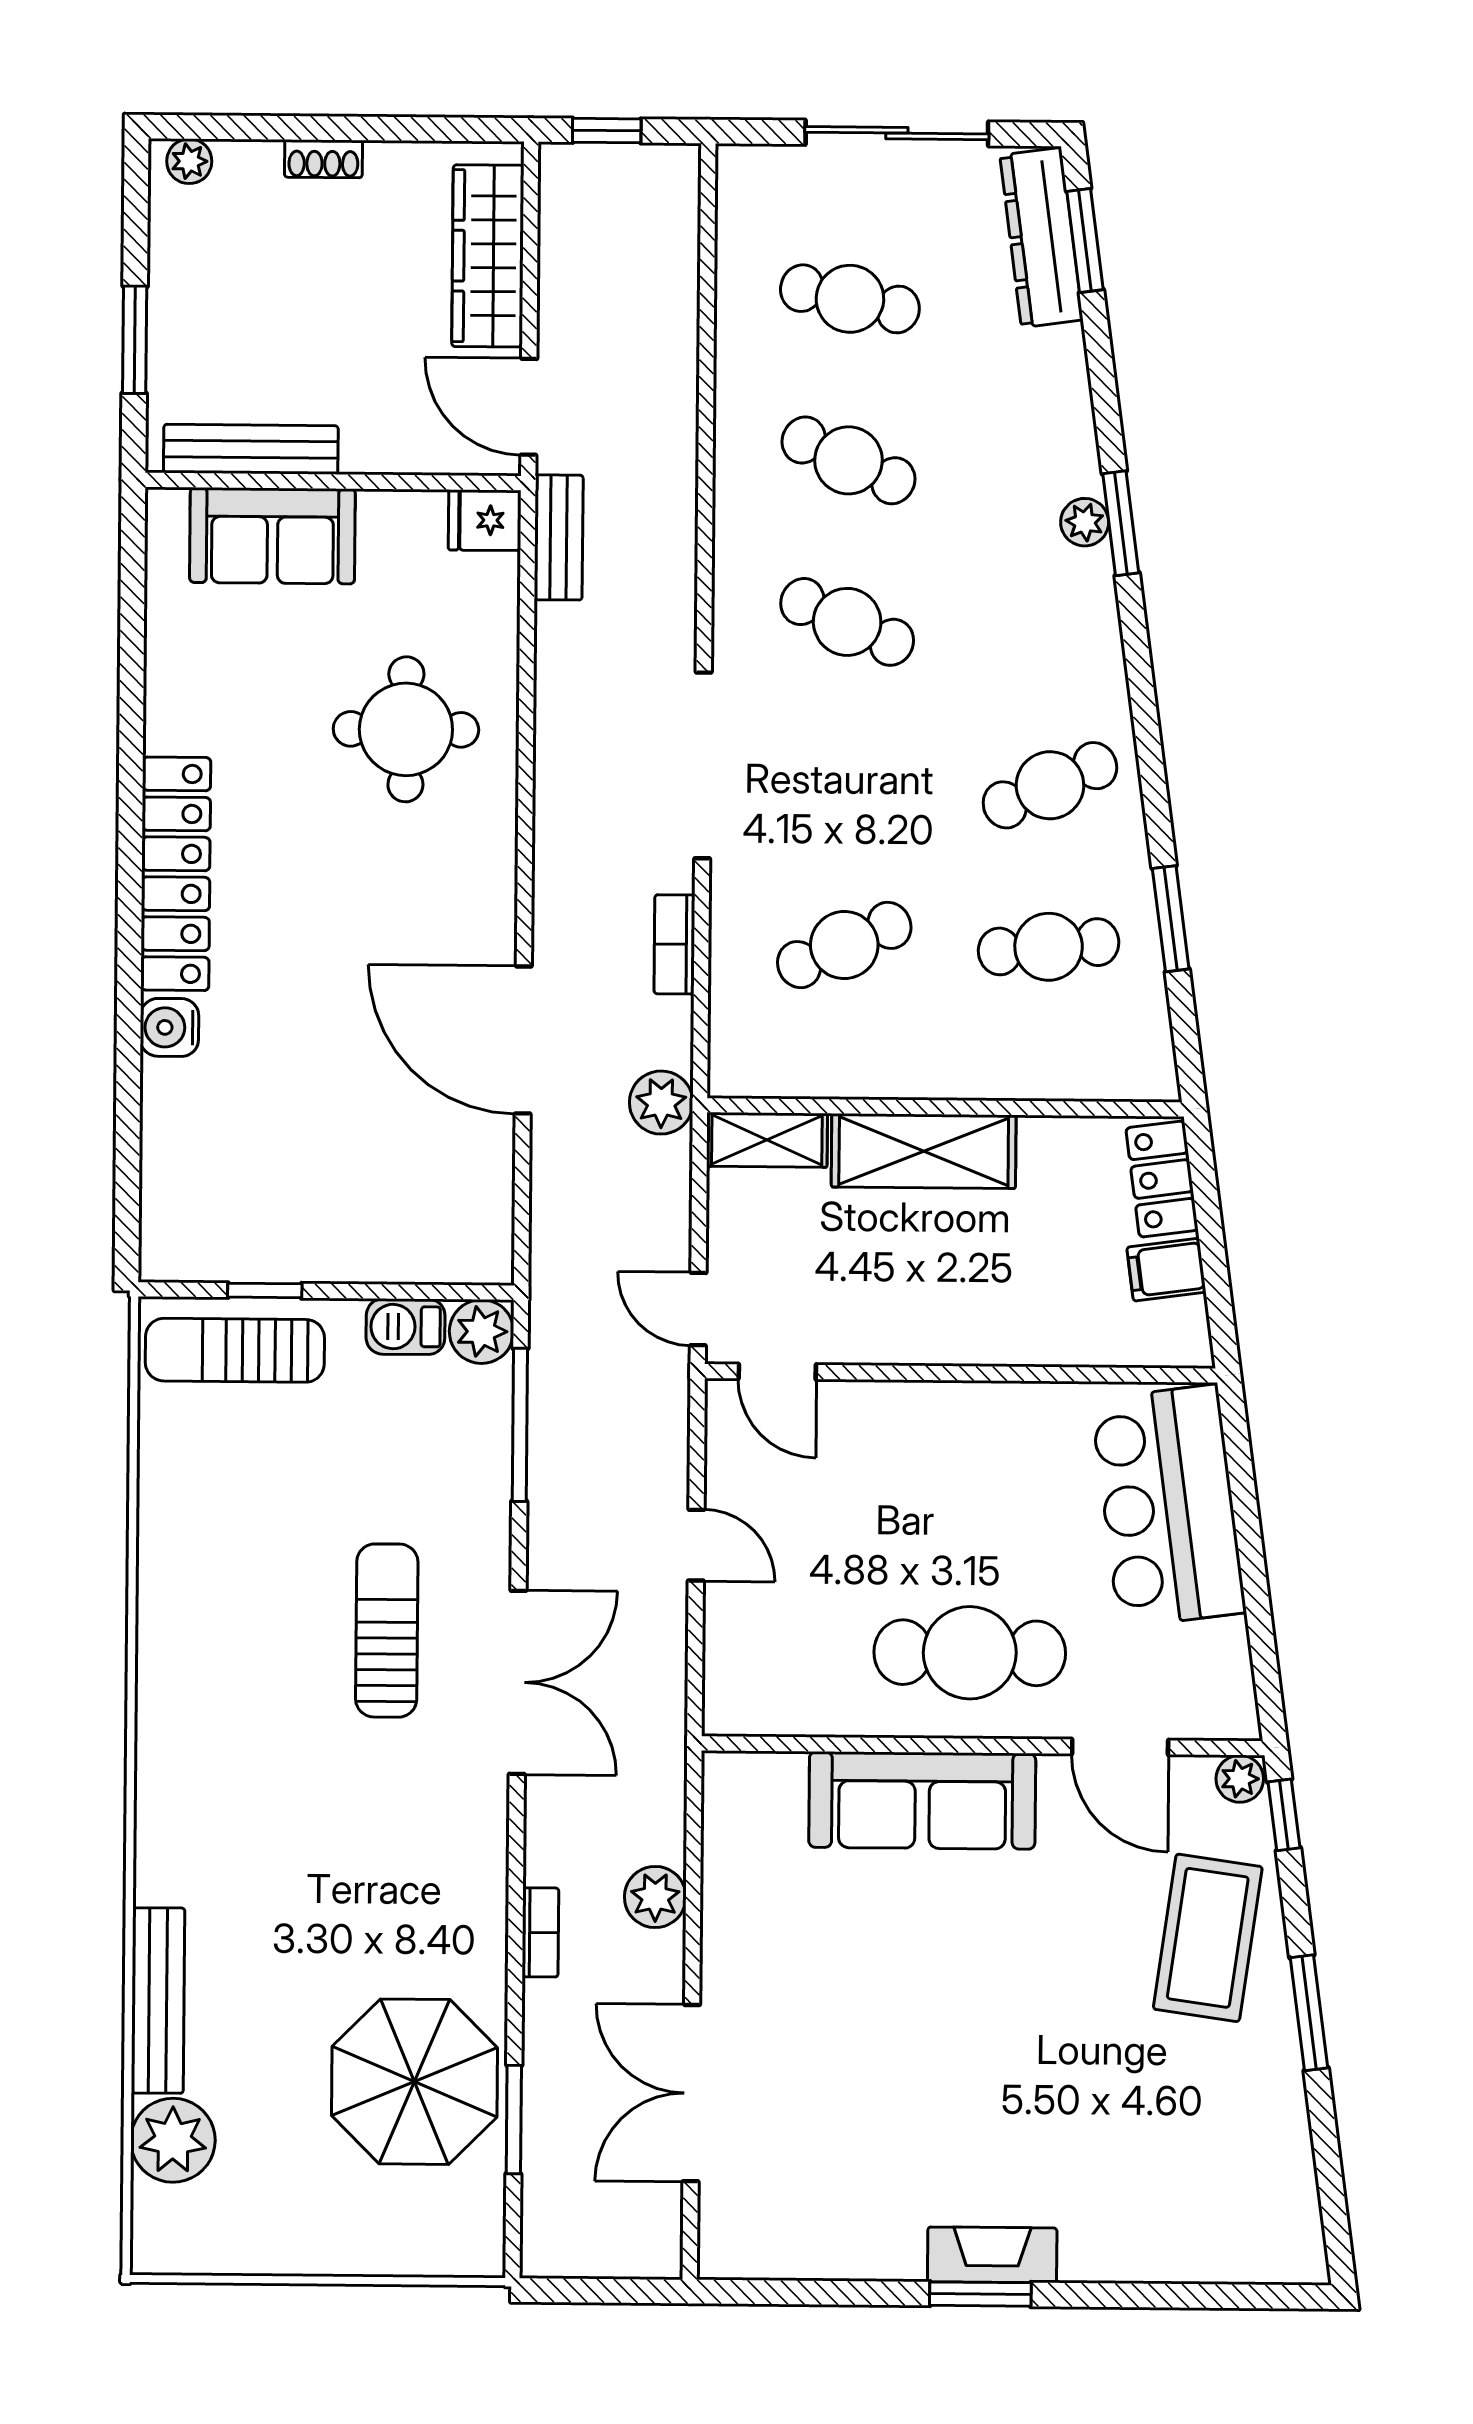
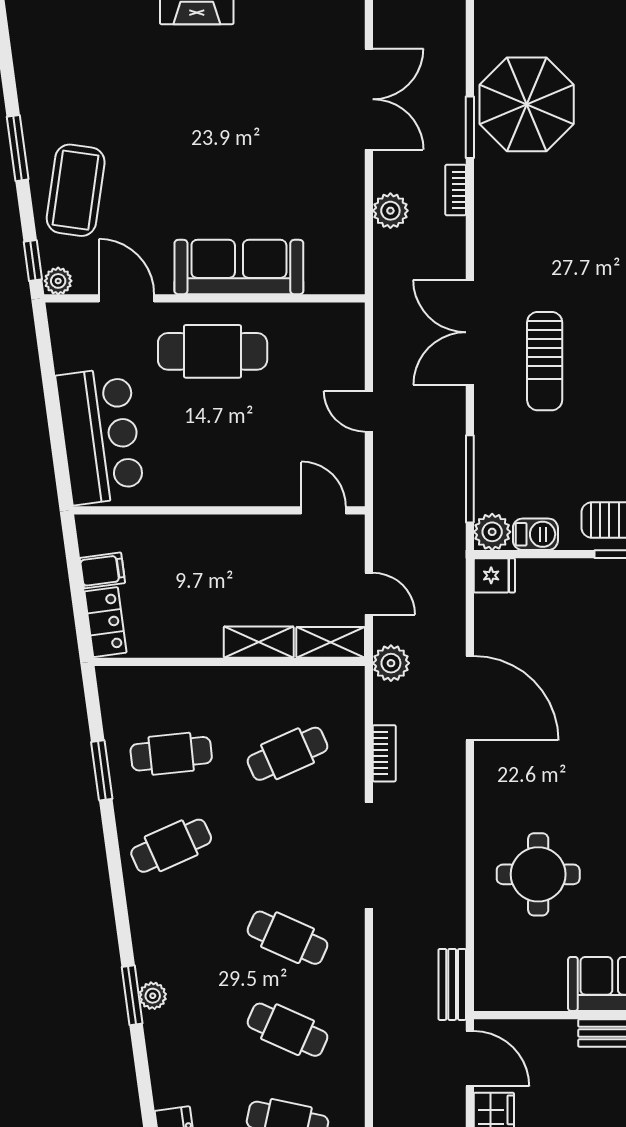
fridge: (485, 520) -> (494, 575), moved
shelving: (924, 1151) -> (259, 642), width x0.67, depth x0.75
door: (698, 1309) -> (369, 594), moved
window: (514, 2120) -> (470, 127), moved

